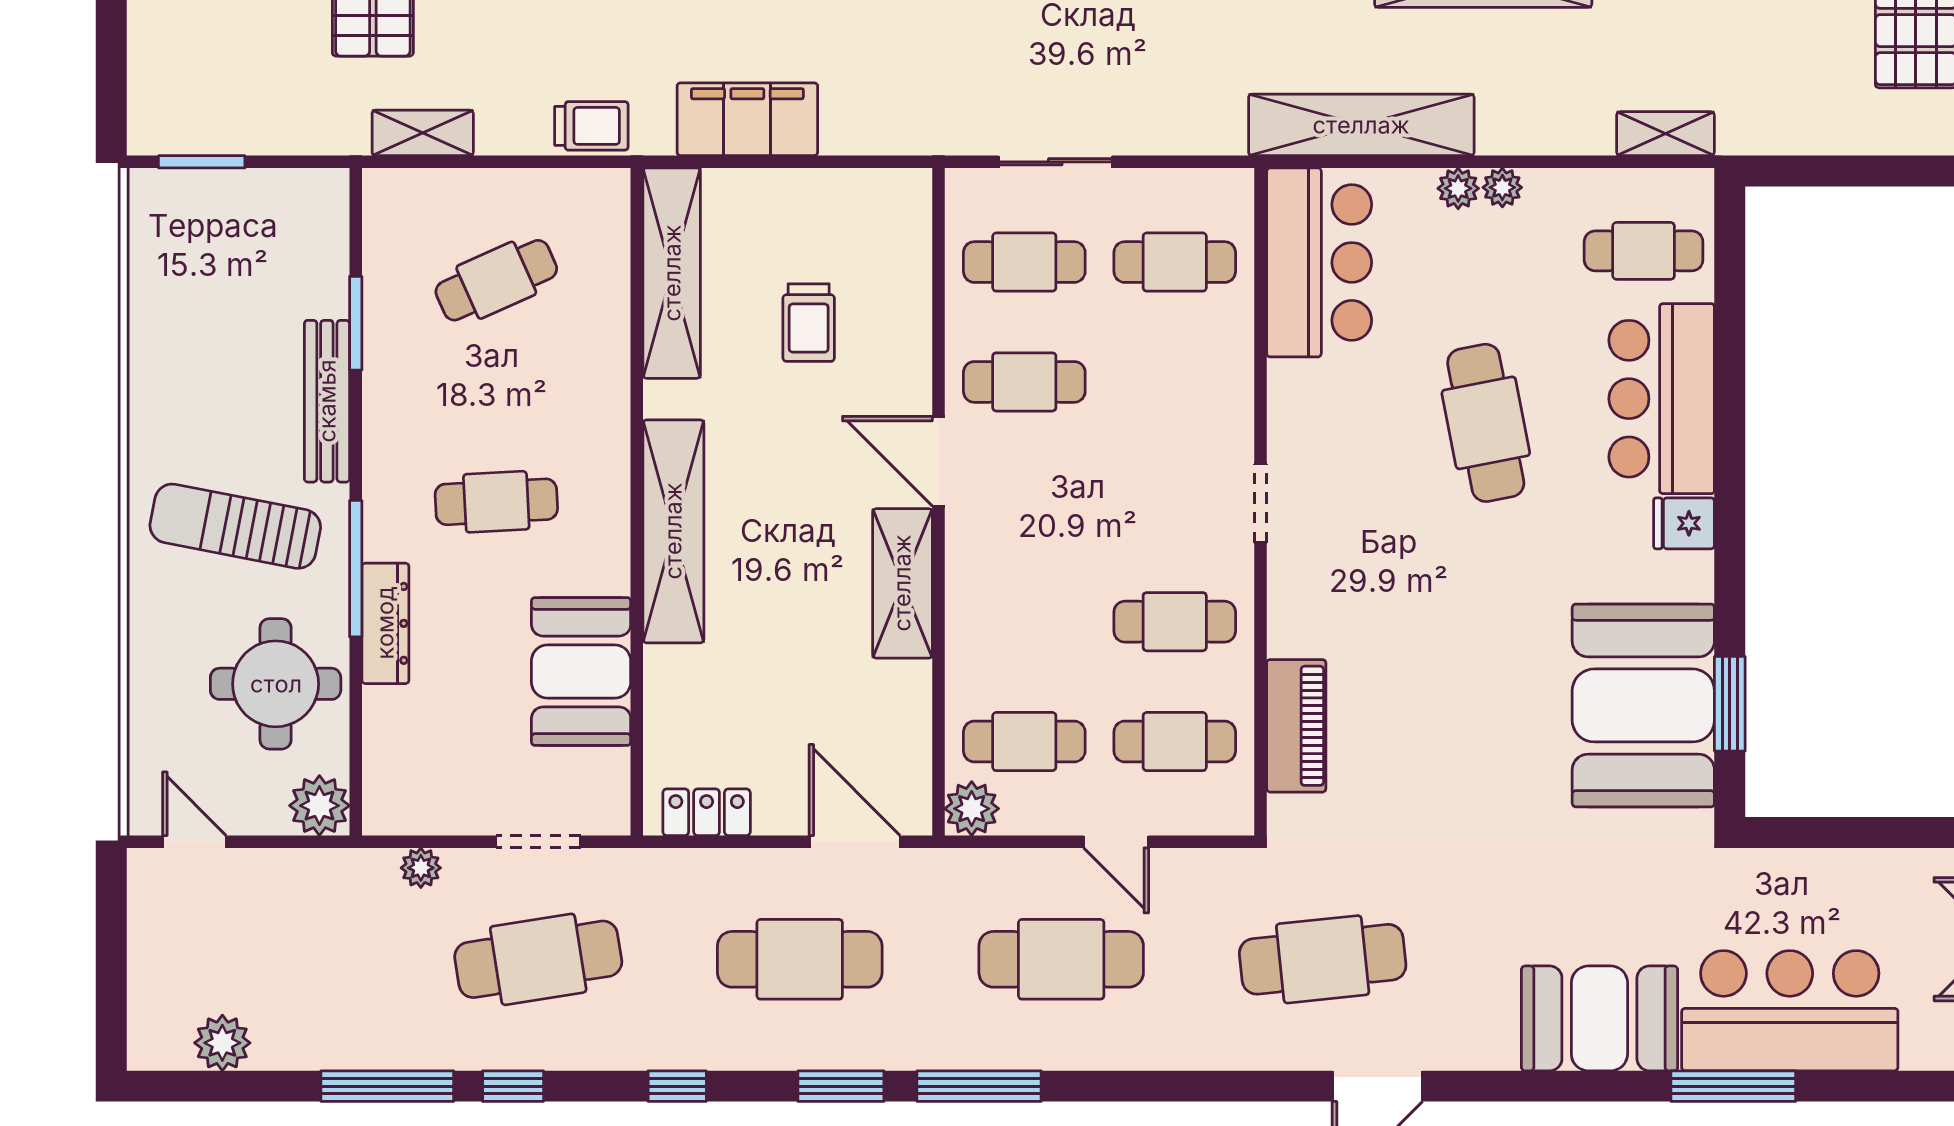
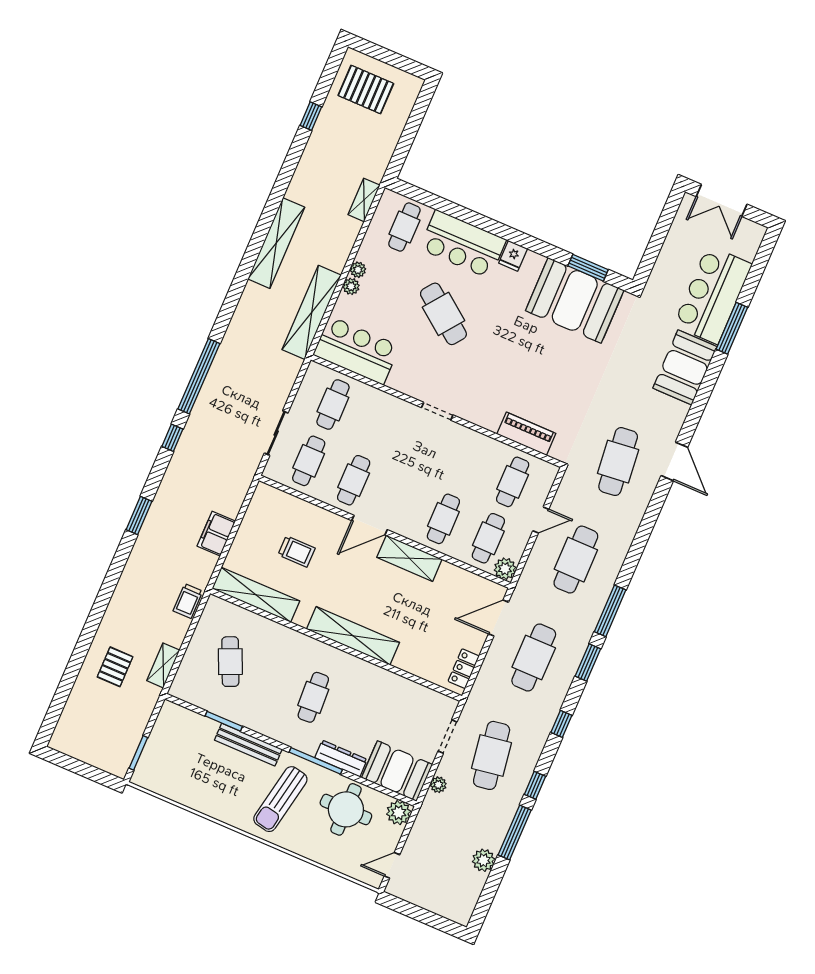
filing cabinet: (747, 119) -> (216, 534), width x0.67, depth x0.86
trolley: (591, 126) -> (188, 601), turned 180
cafe table: (1486, 423) -> (443, 314), turned 48
cafe table: (1175, 622) -> (443, 519), moved
booth: (581, 671) -> (397, 771), moved
plant: (222, 1043) -> (483, 860), moved

